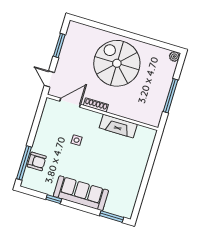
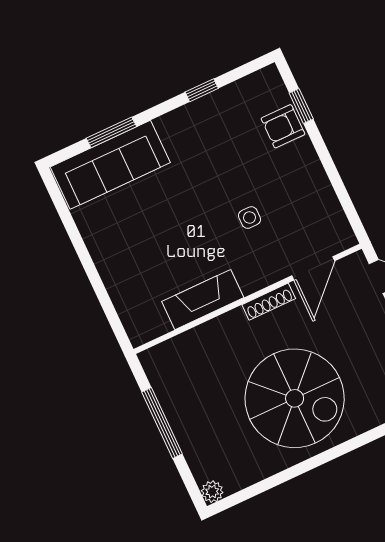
window: (24, 163) -> (301, 106), width x0.46
sofa: (81, 193) -> (110, 165), moved
window: (112, 217) -> (111, 132), moved

